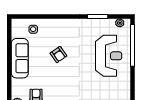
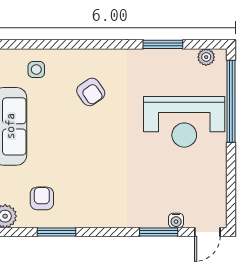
armchair: (58, 55) -> (91, 92), moved
reception desk: (109, 56) -> (184, 122), turned 90

